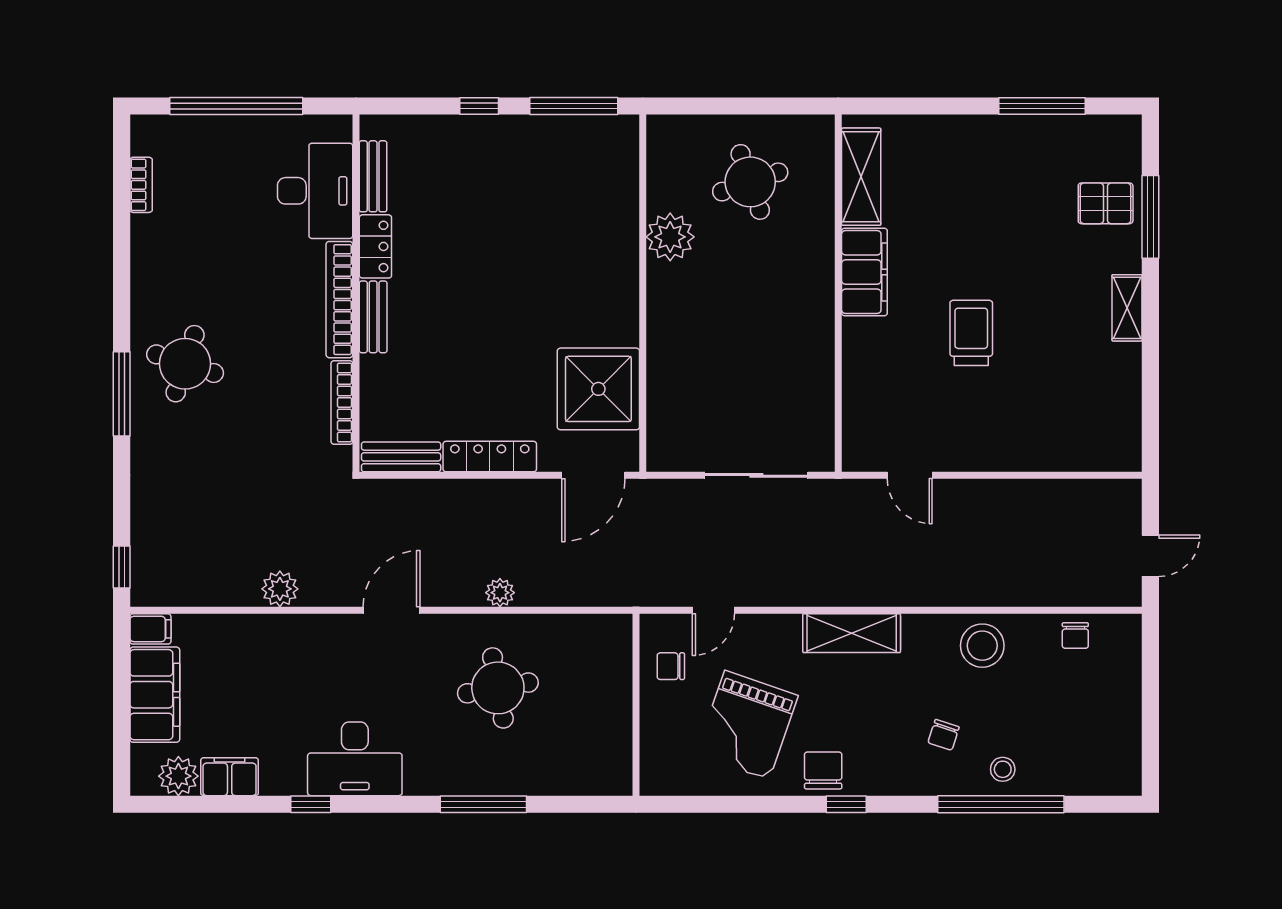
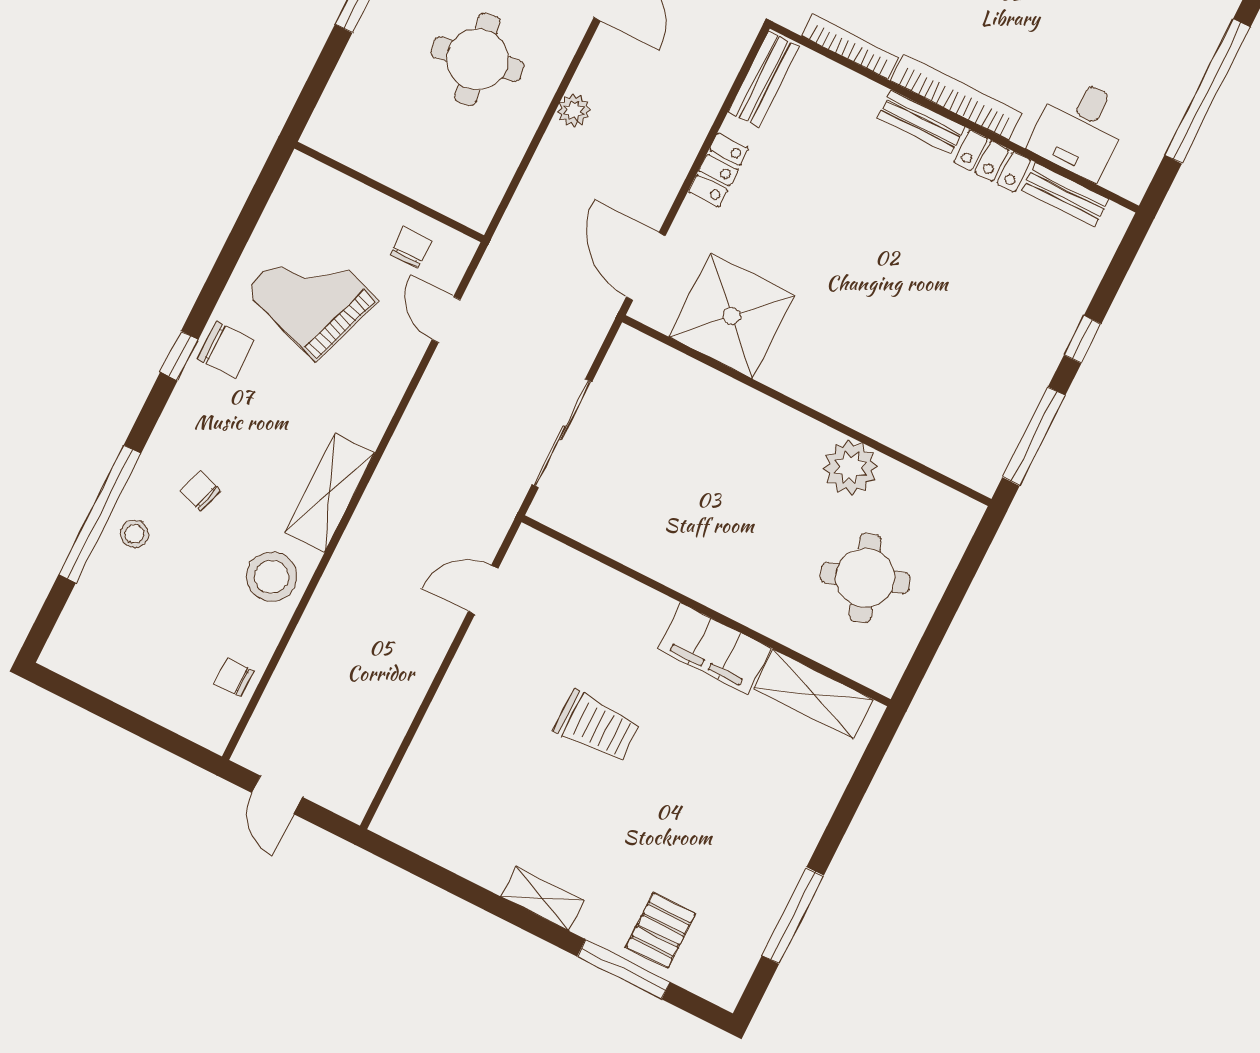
desk: (315, 191) -> (1080, 128), width x0.73
locker: (490, 457) -> (718, 170), width x0.66
shelving: (852, 633) -> (330, 493), moved

